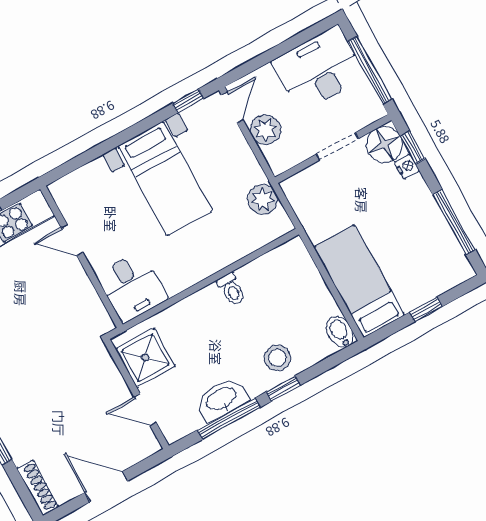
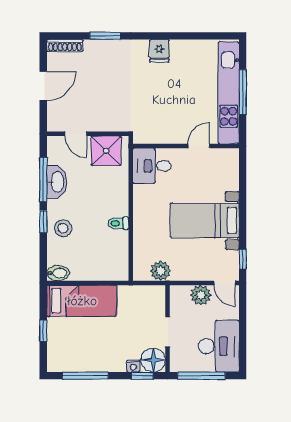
door: (145, 410) -> (76, 134), swing flipped

